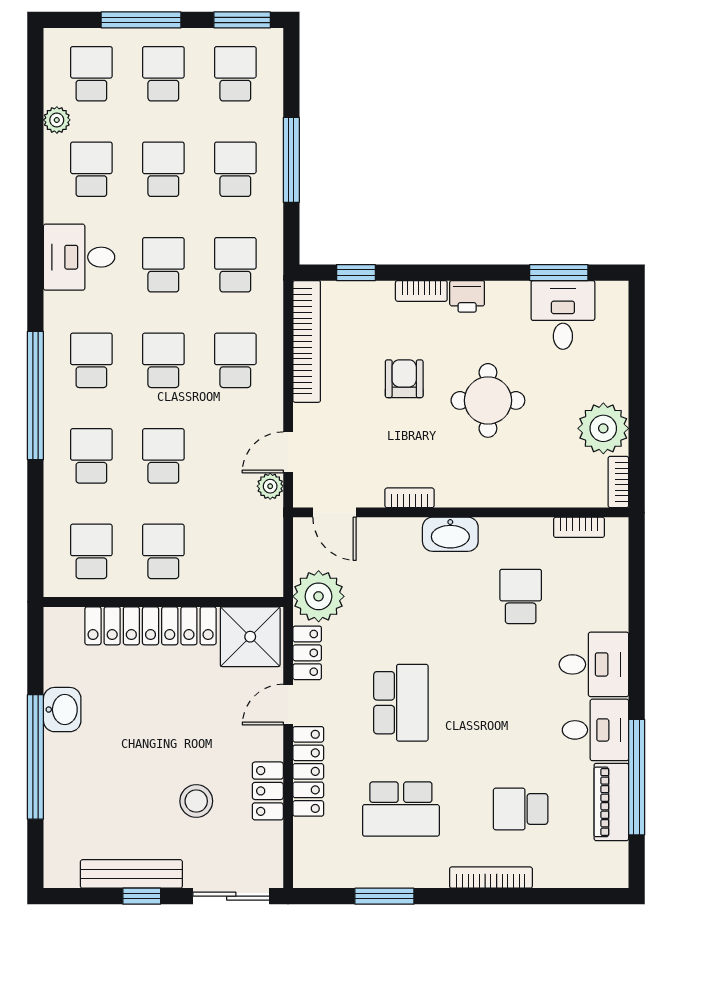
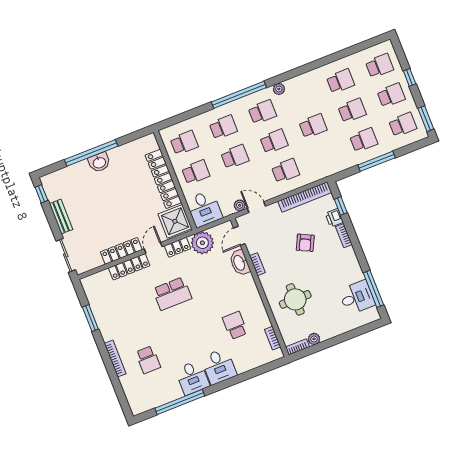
window: (141, 20) -> (410, 77), width x0.46
plant: (57, 120) -> (279, 89), moved
desk: (79, 257) -> (204, 209), moved, turned 180
school desk: (235, 265) -> (325, 155), removed
window: (559, 273) -> (373, 289), width x1.44
printer: (467, 296) -> (334, 218), moved
armchair: (404, 379) -> (305, 243), turned 116
round table: (488, 400) -> (295, 299), moved
plant: (603, 428) -> (314, 339), width x0.53, depth x0.53
washbasin: (450, 534) -> (240, 263), moved
school desk: (521, 596) -> (235, 325), turned -90
door: (288, 705) -> (153, 248), hinge flipped
washbasin: (62, 710) -> (99, 162), moved
locker: (268, 791) -> (121, 251), width x1.53
stool: (196, 801) -> (99, 226), removed
piano: (611, 802) -> (165, 396), removed
school desk: (401, 809) -> (129, 311), removed
school desk: (521, 809) -> (148, 360), turned 180
bench: (131, 874) -> (61, 217), width x0.73
window: (142, 896) -> (41, 194), moved

